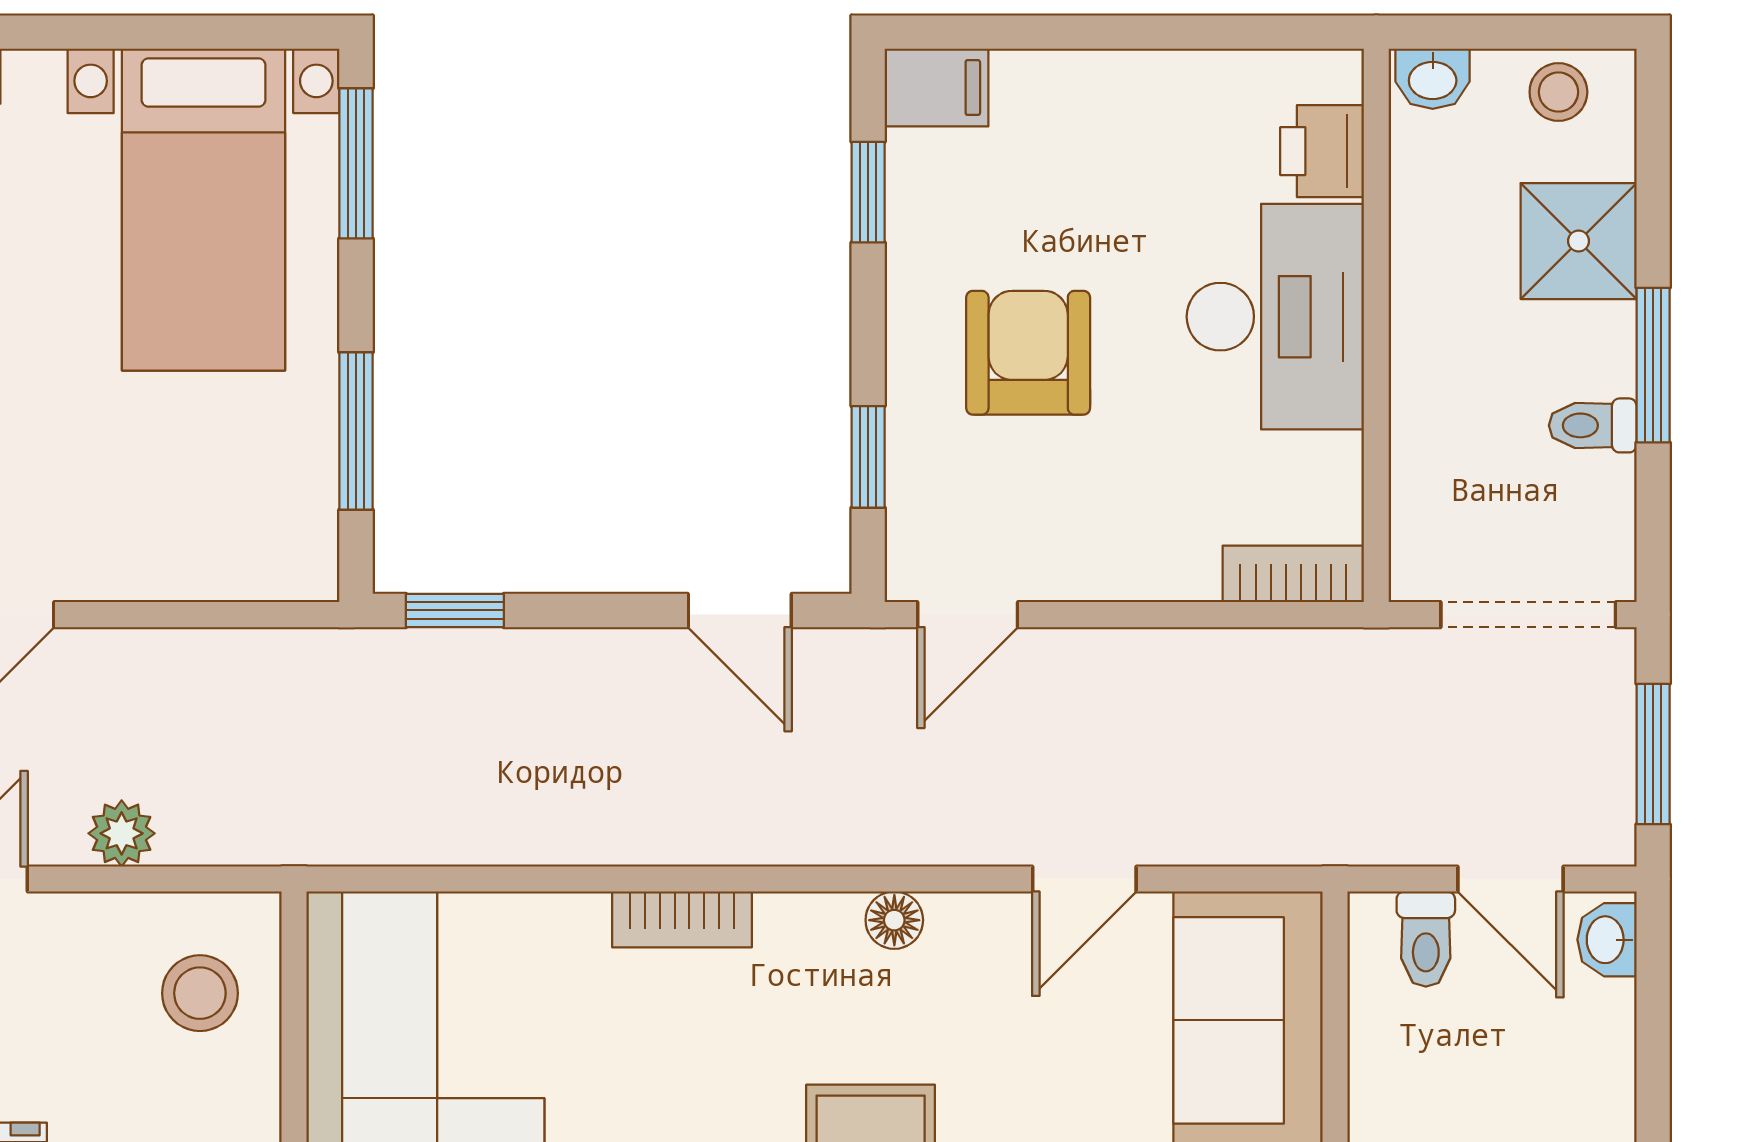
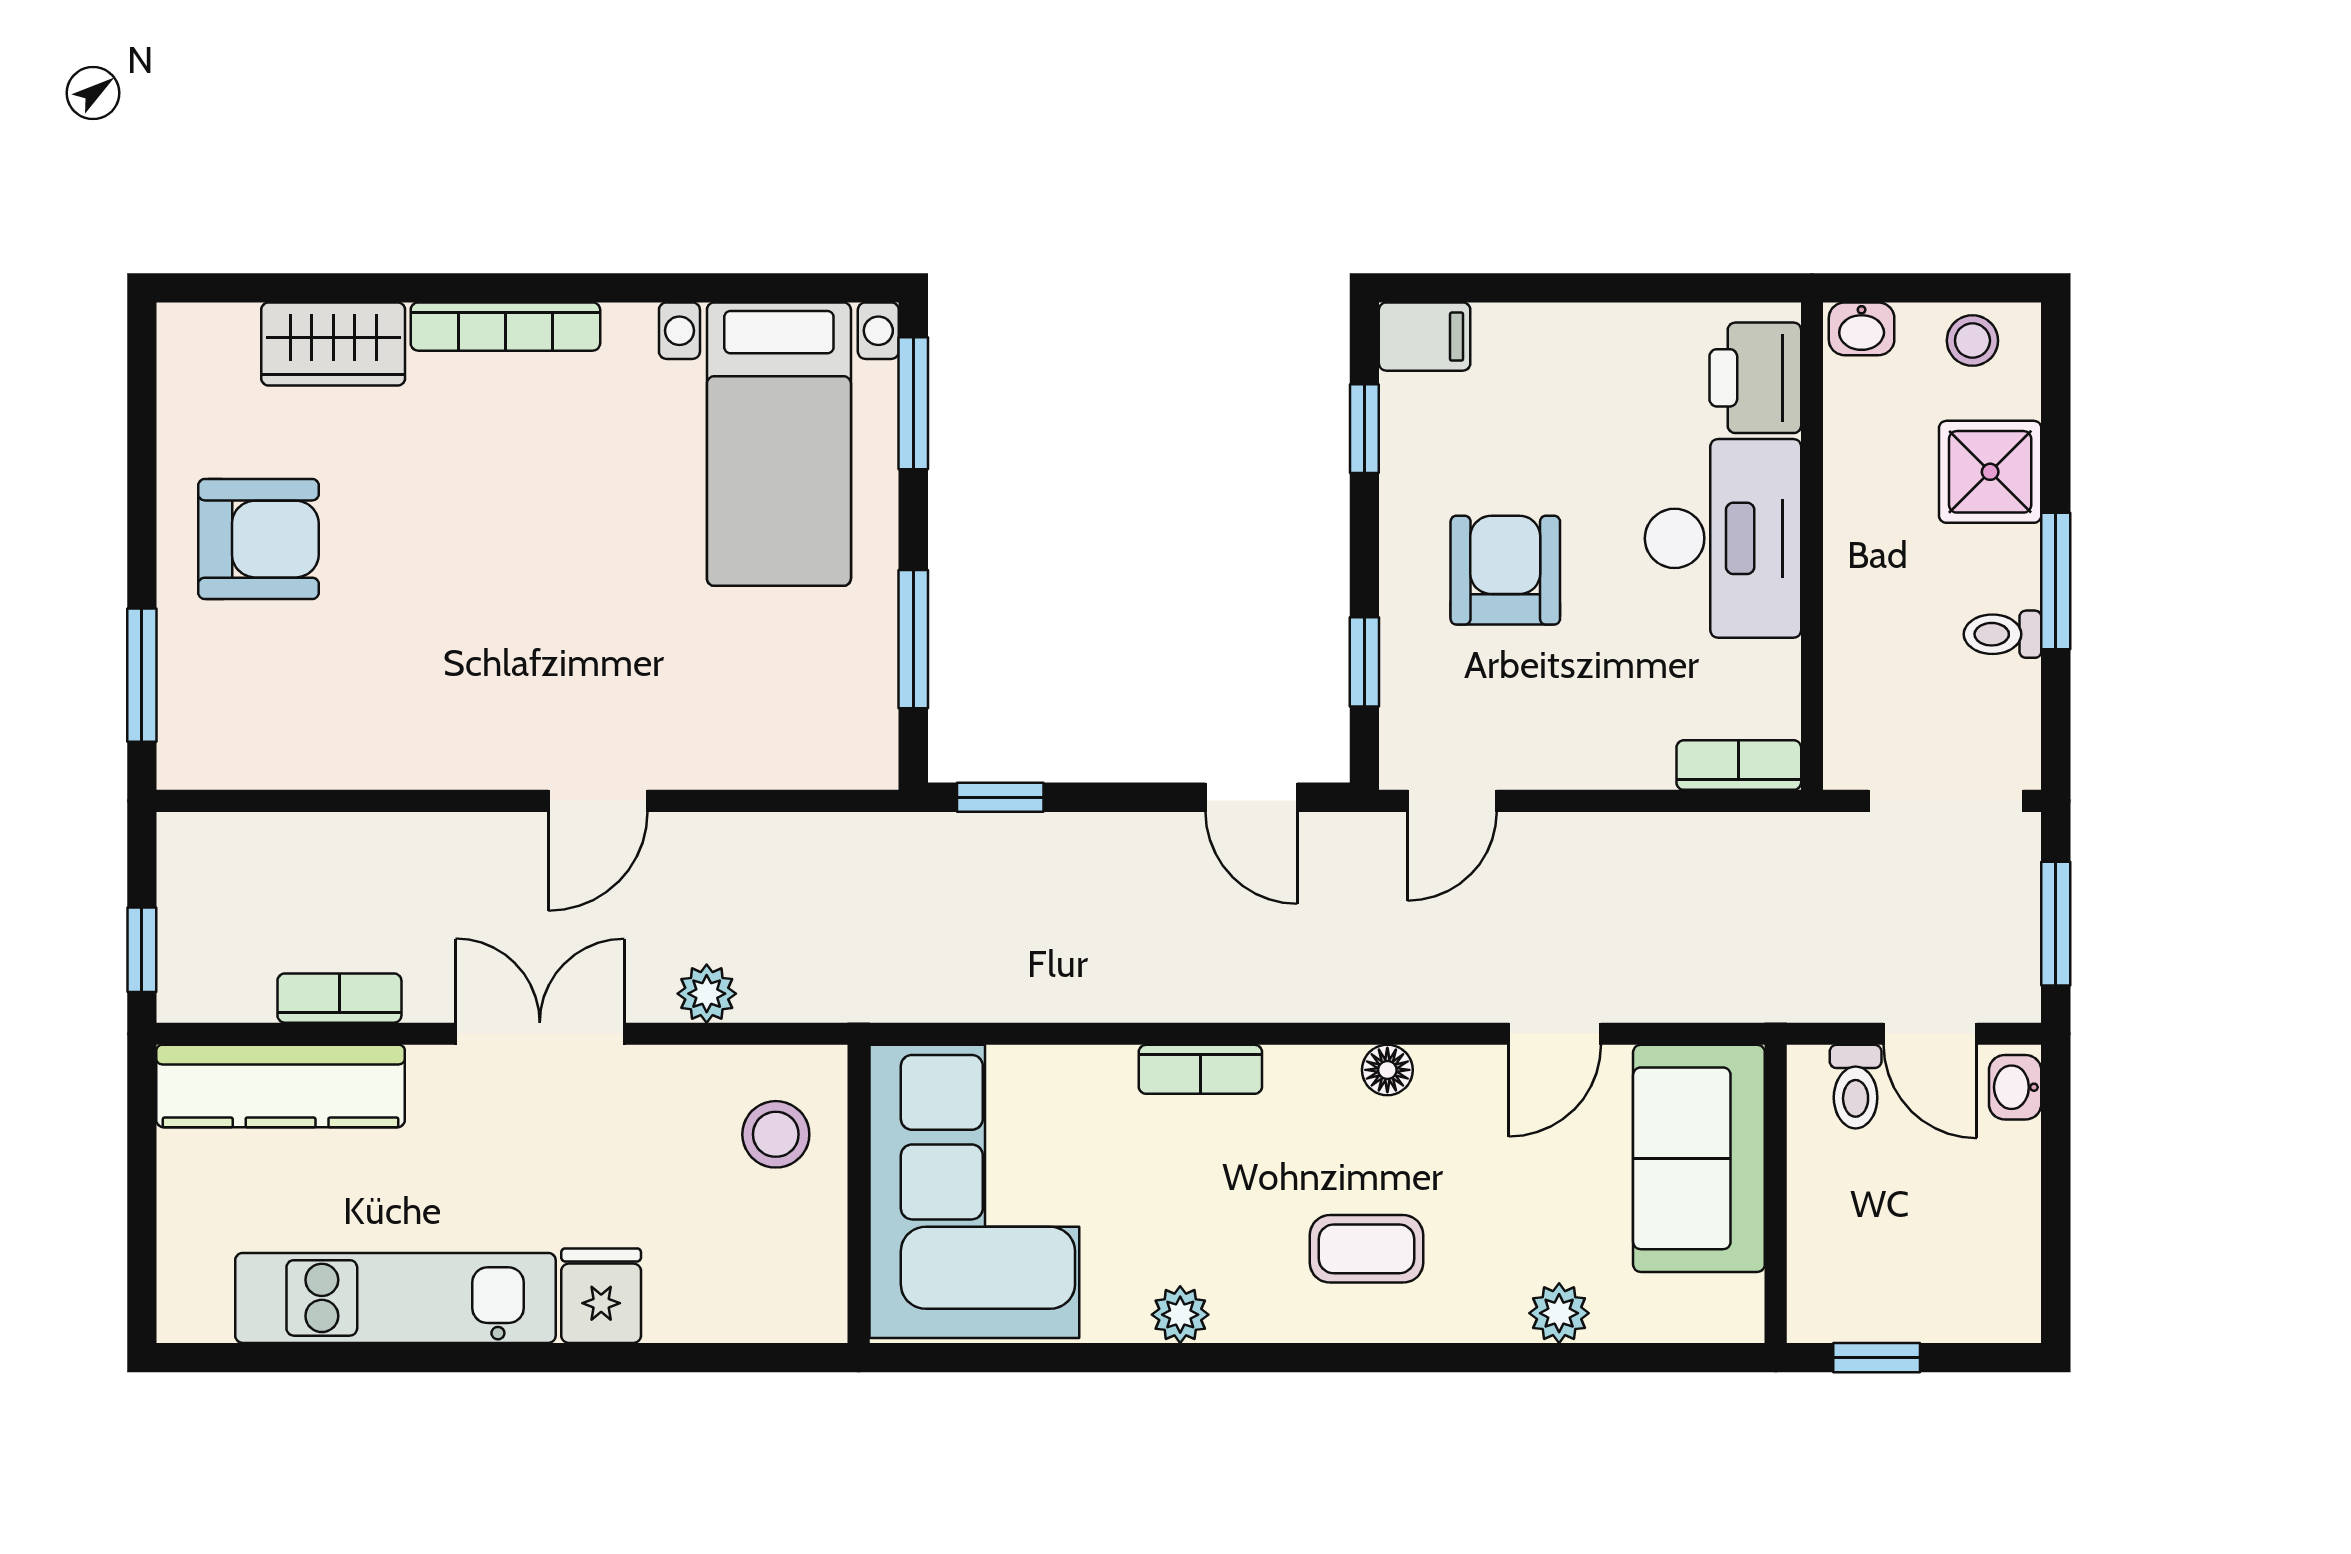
printer: (1322, 151) -> (1755, 378), width x1.36, depth x1.24

